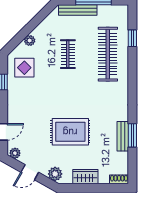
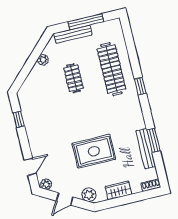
window: (132, 38) -> (140, 86), moved
plant: (30, 41) -> (43, 60), moved
display table: (24, 68) -> (35, 101), removed
bench: (123, 136) -> (146, 149), width x1.36

